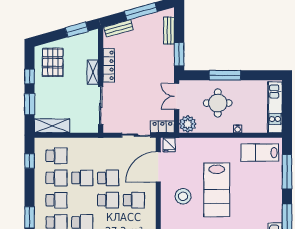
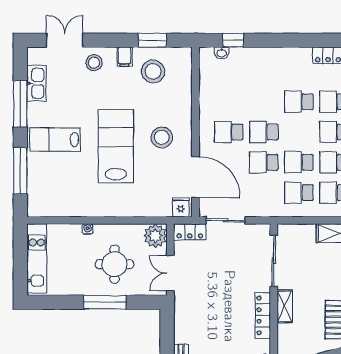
window: (179, 54) -> (167, 331), removed
double door: (177, 96) -> (170, 273), swing flipped
lab bench: (260, 153) -> (55, 140), moved, turned 180
school desk: (82, 156) -> (299, 193), added
door: (158, 167) -> (195, 177), hinge flipped

